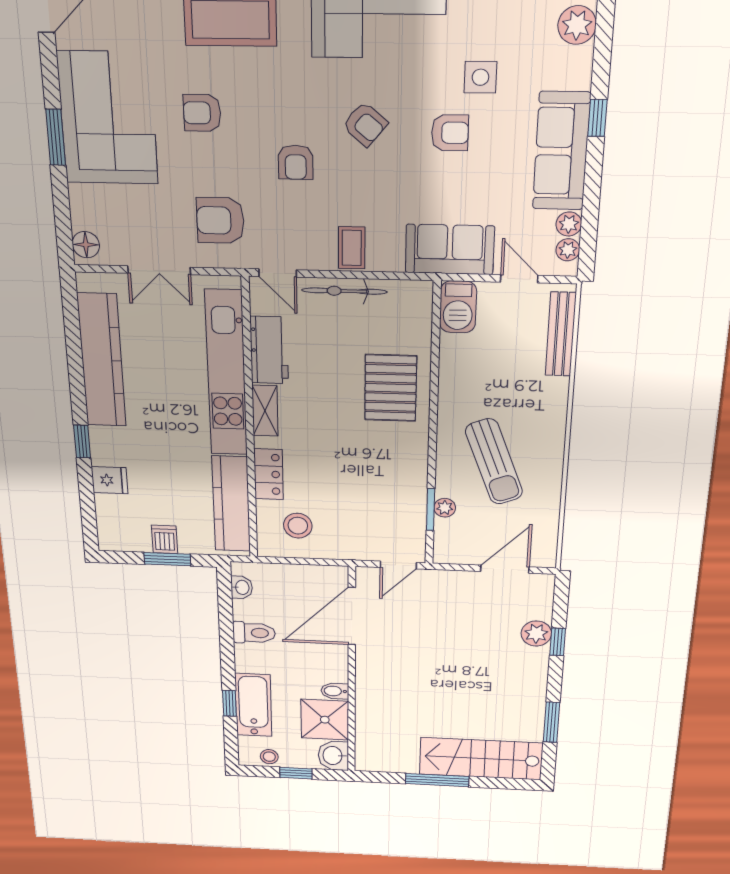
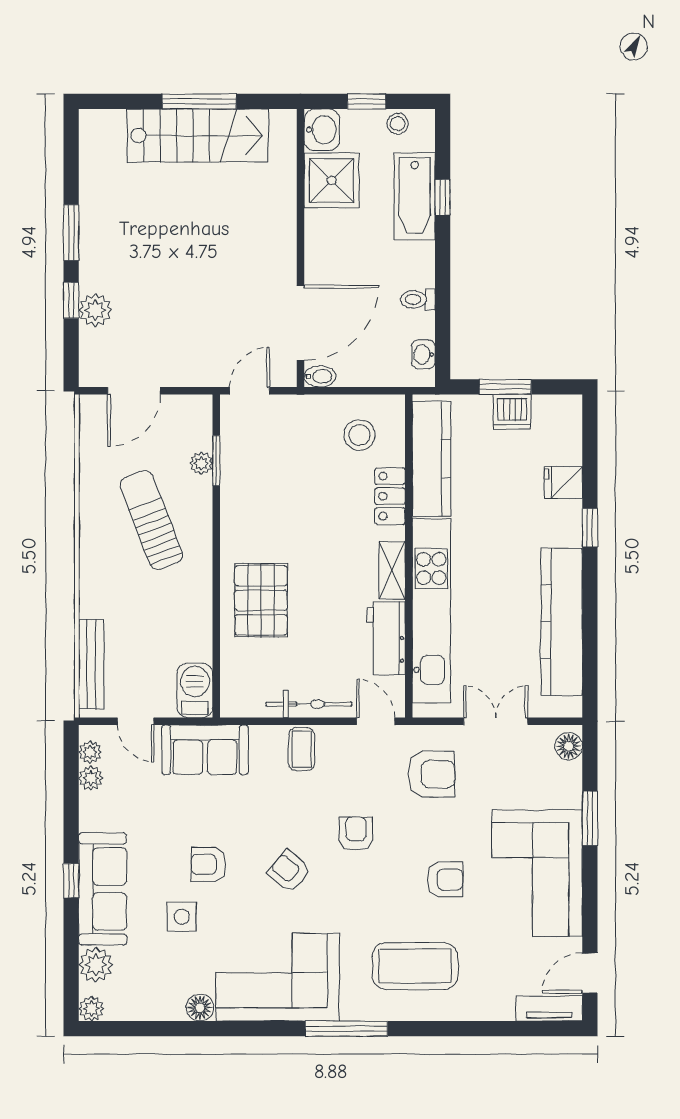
window: (56, 137) -> (590, 818), moved
sofa: (561, 151) -> (103, 889), moved
dishwasher: (165, 539) -> (512, 412), width x1.38
toilet: (254, 633) -> (418, 299), width x0.73, depth x0.72
bidet: (335, 691) -> (320, 376), moved
window: (552, 722) -> (71, 233), moved
stairs: (481, 759) -> (198, 135), moved

